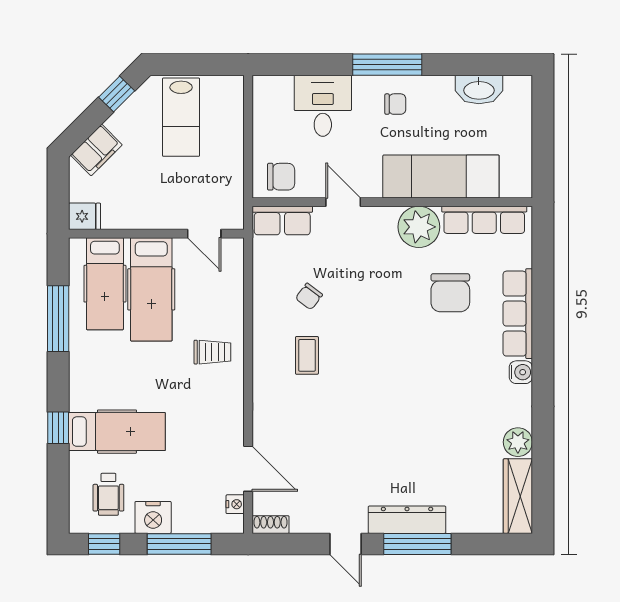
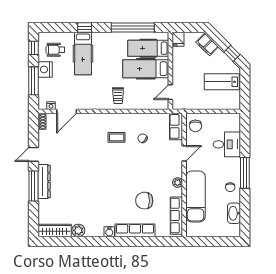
chair: (395, 104) -> (230, 187), moved
plant: (419, 227) -> (178, 182), width x0.53, depth x0.53
window: (58, 319) -> (133, 28), width x1.46

